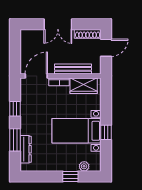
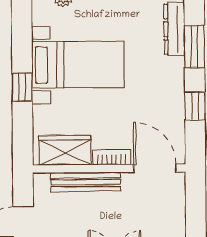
door: (36, 76) -> (155, 168), swing flipped
window: (106, 132) -> (22, 87), moved

